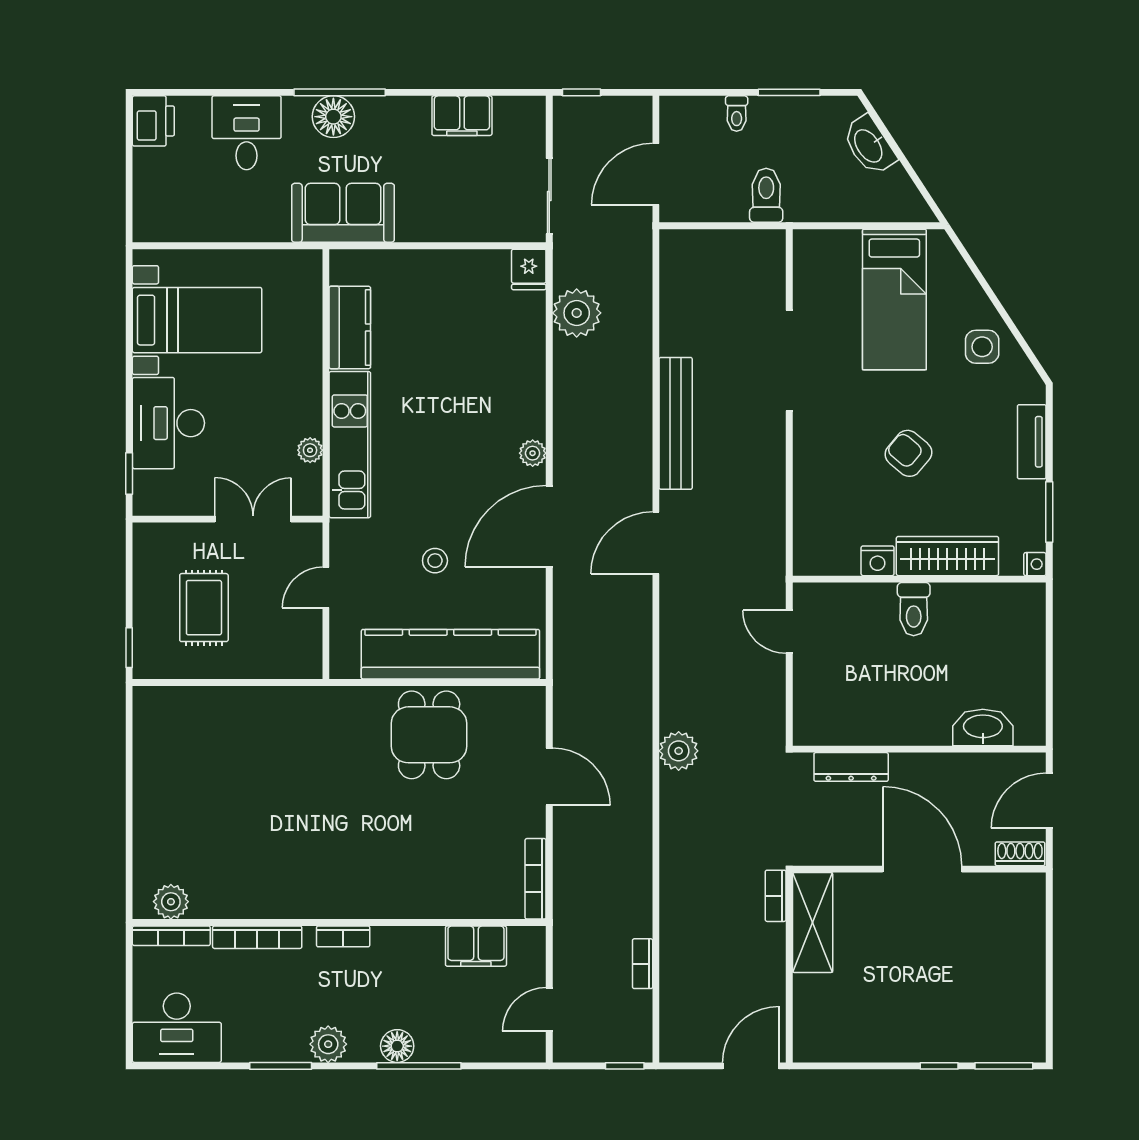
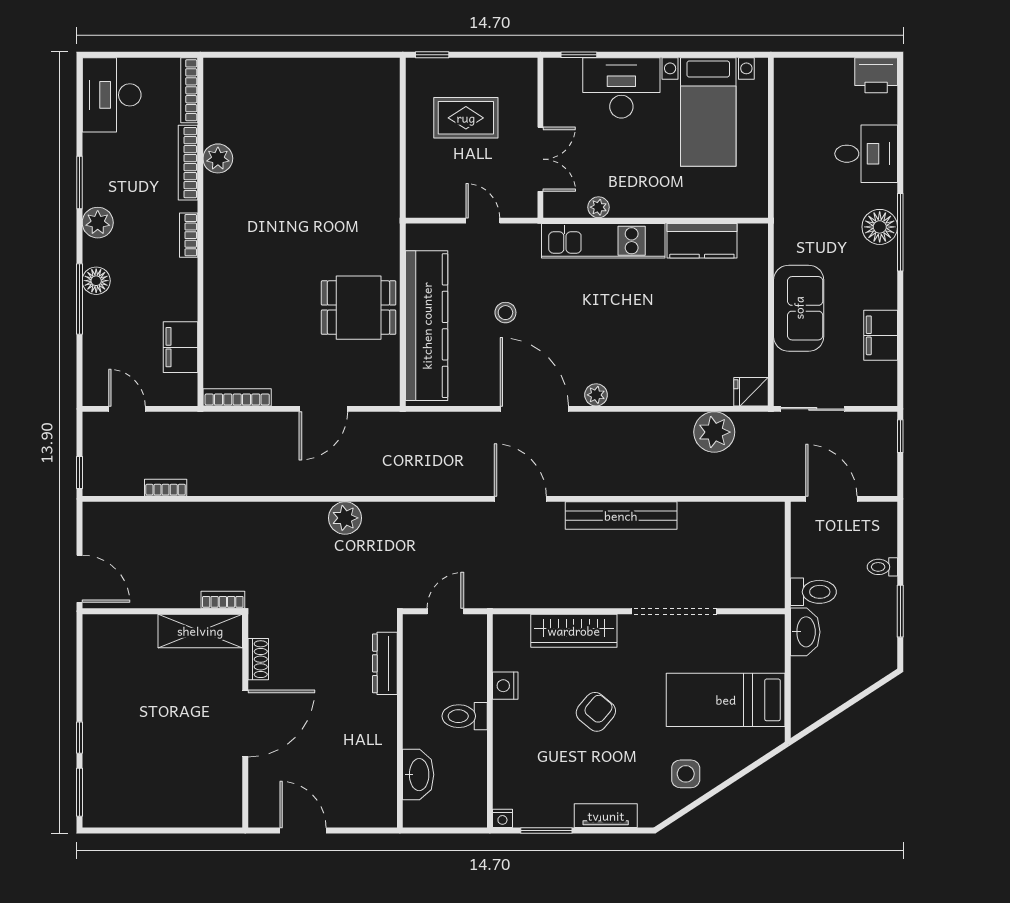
washbasin: (869, 145) -> (805, 632), moved, turned 123
sofa: (343, 213) -> (799, 308), moved
wardrobe: (947, 556) -> (574, 631), moved, turned 90
washbasin: (983, 727) -> (418, 775), moved
wall: (919, 749) -> (400, 721), moved
dresser: (851, 767) -> (385, 663), moved
shoe rack: (1020, 854) -> (258, 659), moved
plant: (171, 902) -> (218, 158), moved

